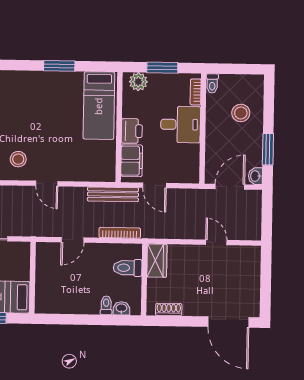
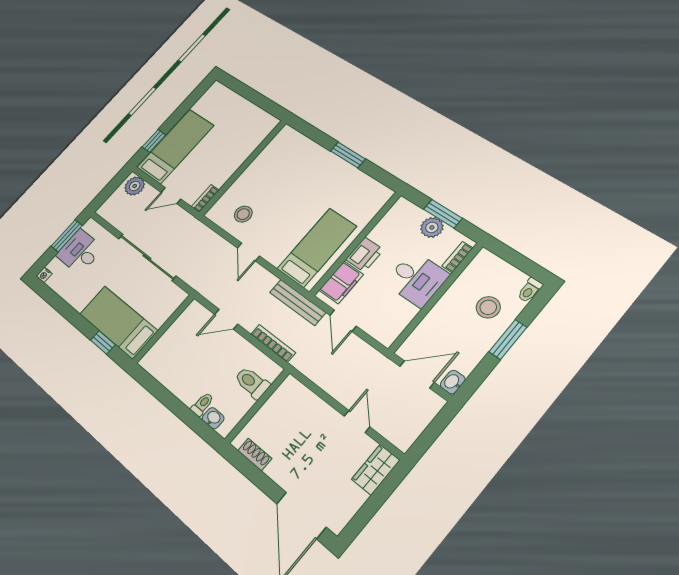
plant: (138, 82) -> (432, 227), moved
toilet: (212, 83) -> (530, 290), moved
bed: (99, 106) -> (317, 248), moved, turned 180
window: (268, 149) -> (508, 340), moved
wardrobe: (157, 261) -> (376, 470), moved, turned 180

